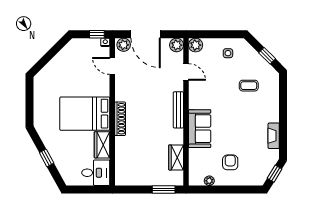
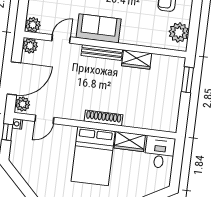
sofa: (200, 129) -> (99, 28), moved
wardrobe: (176, 157) -> (137, 59), moved
plant: (209, 181) -> (179, 32), width x1.88, depth x1.88

